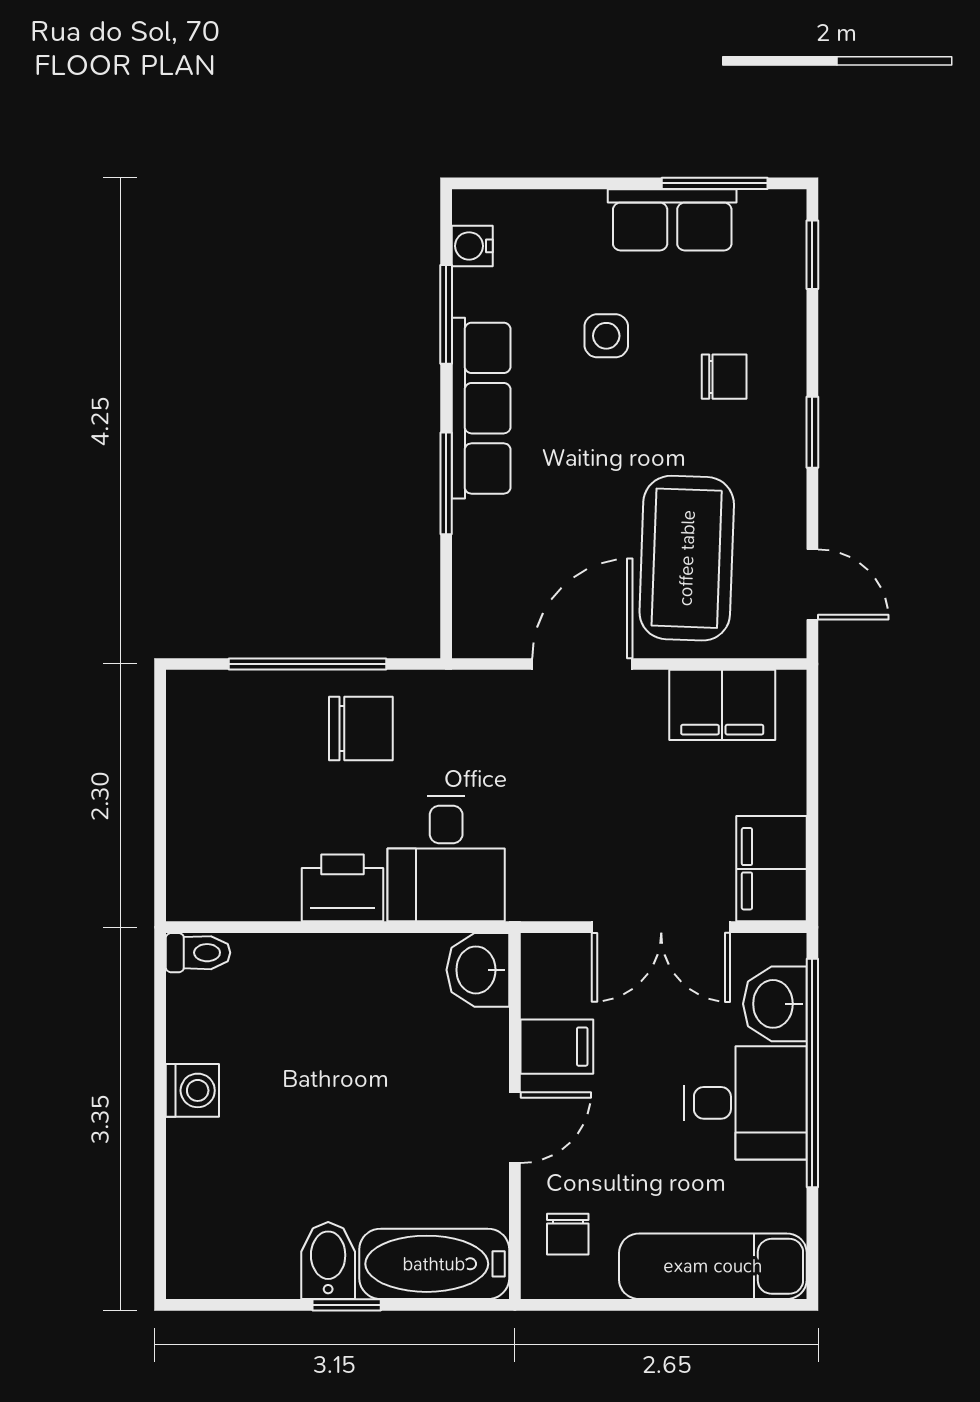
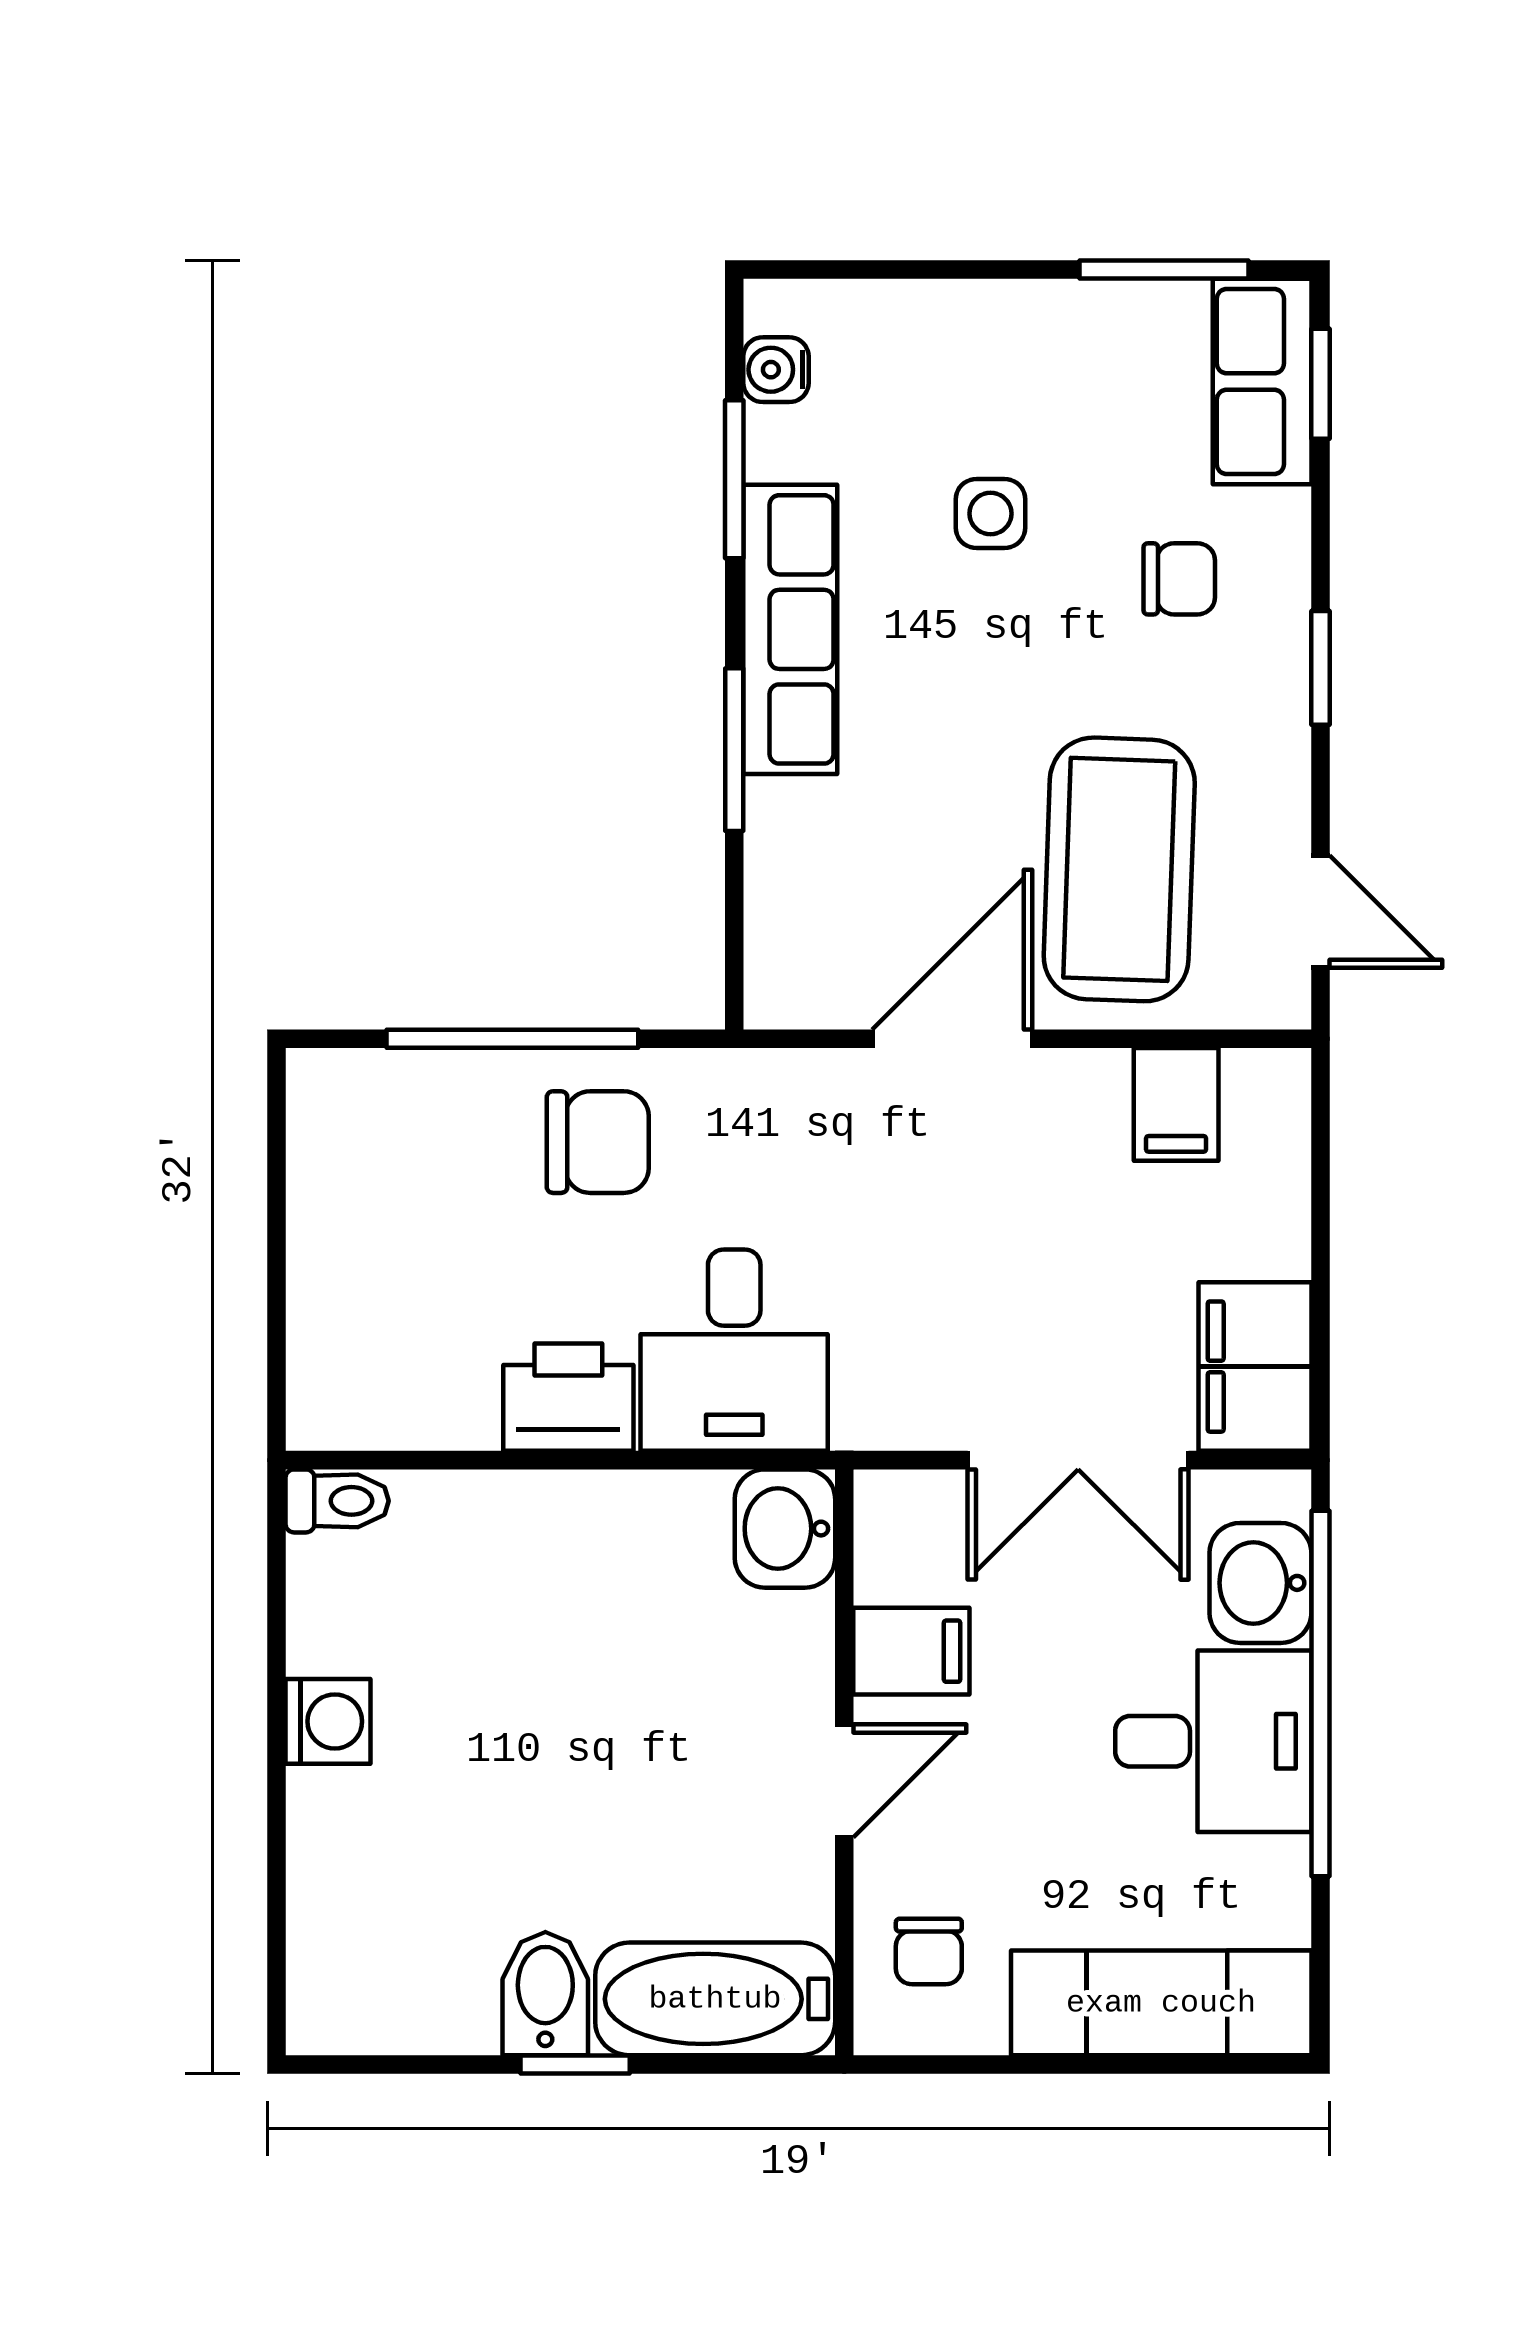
row of seats: (672, 220) -> (1262, 382), moved, turned 90
filing cabinet: (722, 705) -> (1176, 1104), width x0.50

